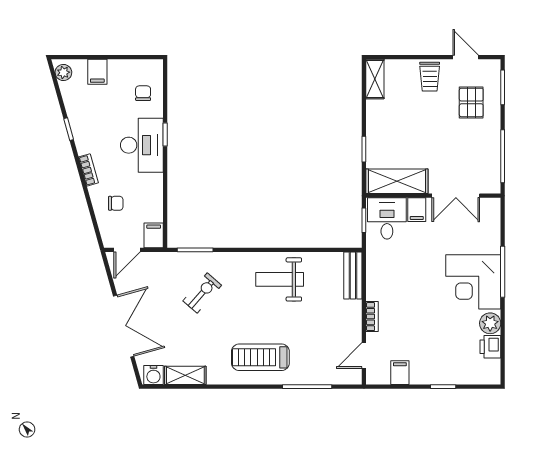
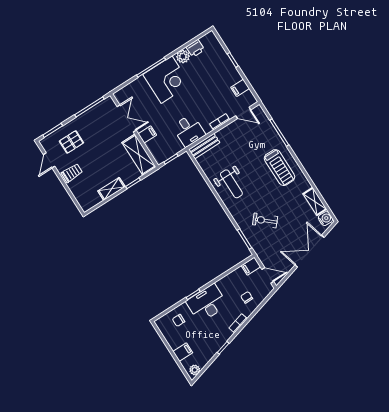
shelving: (375, 79) -> (111, 189), moved
desk: (387, 218) -> (189, 130), moved, turned -90

